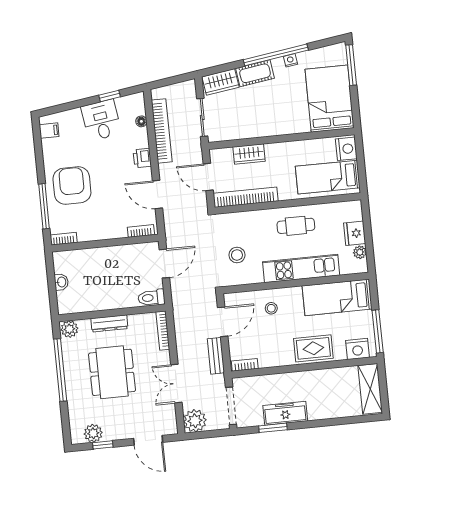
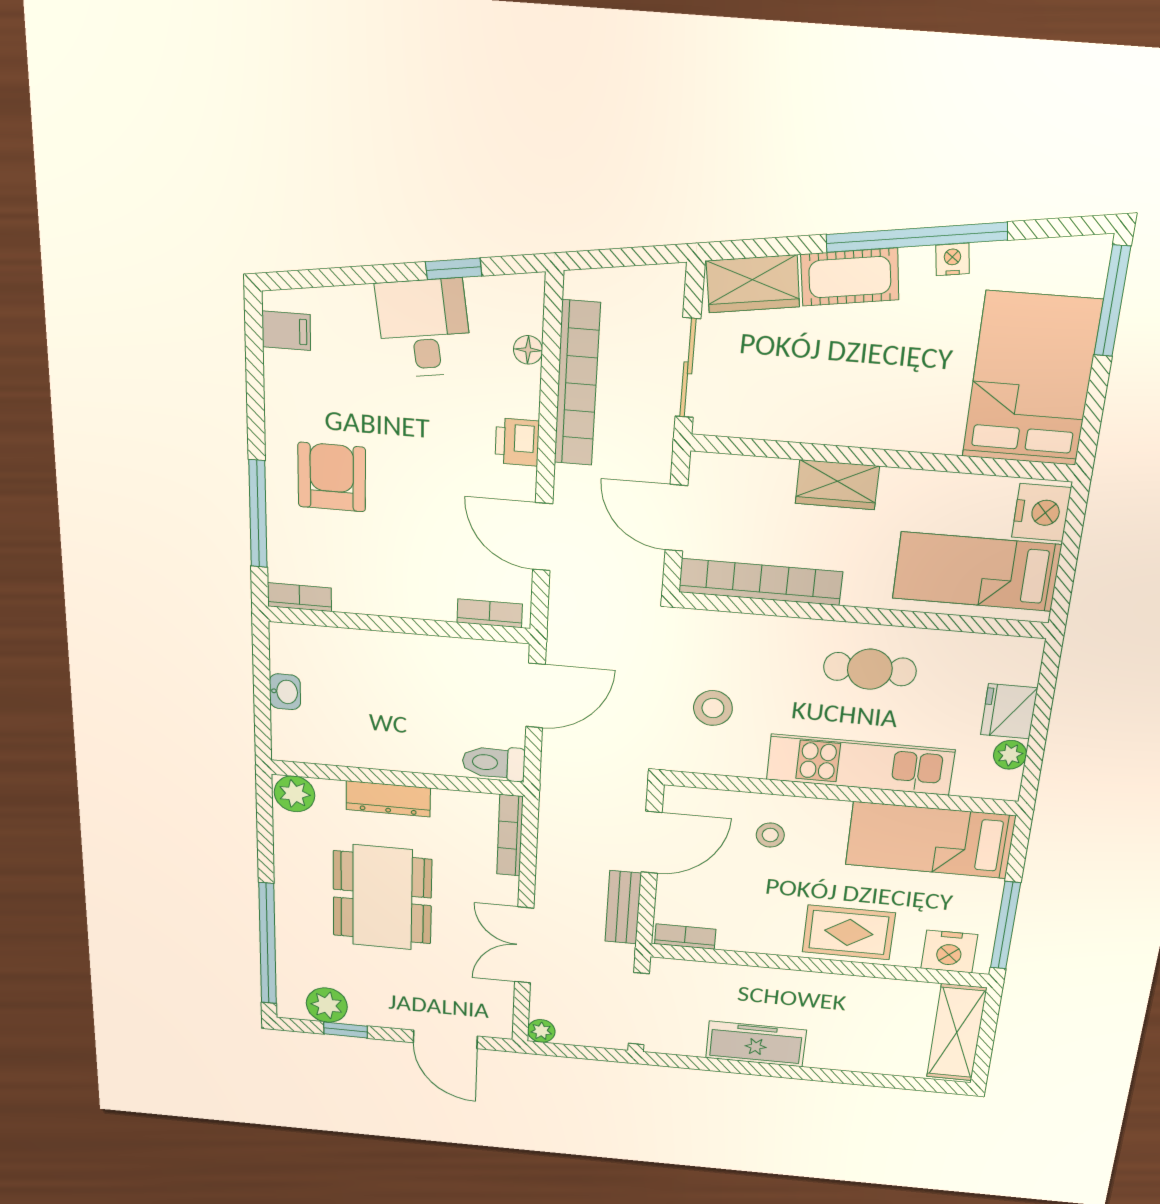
wardrobe: (249, 154) -> (837, 485), moved
armchair: (72, 185) -> (332, 477), width x0.73, depth x0.73
window: (60, 370) -> (268, 944), moved
plant: (195, 421) -> (541, 1031), width x0.53, depth x0.53
window: (273, 428) -> (723, 1066), removed

